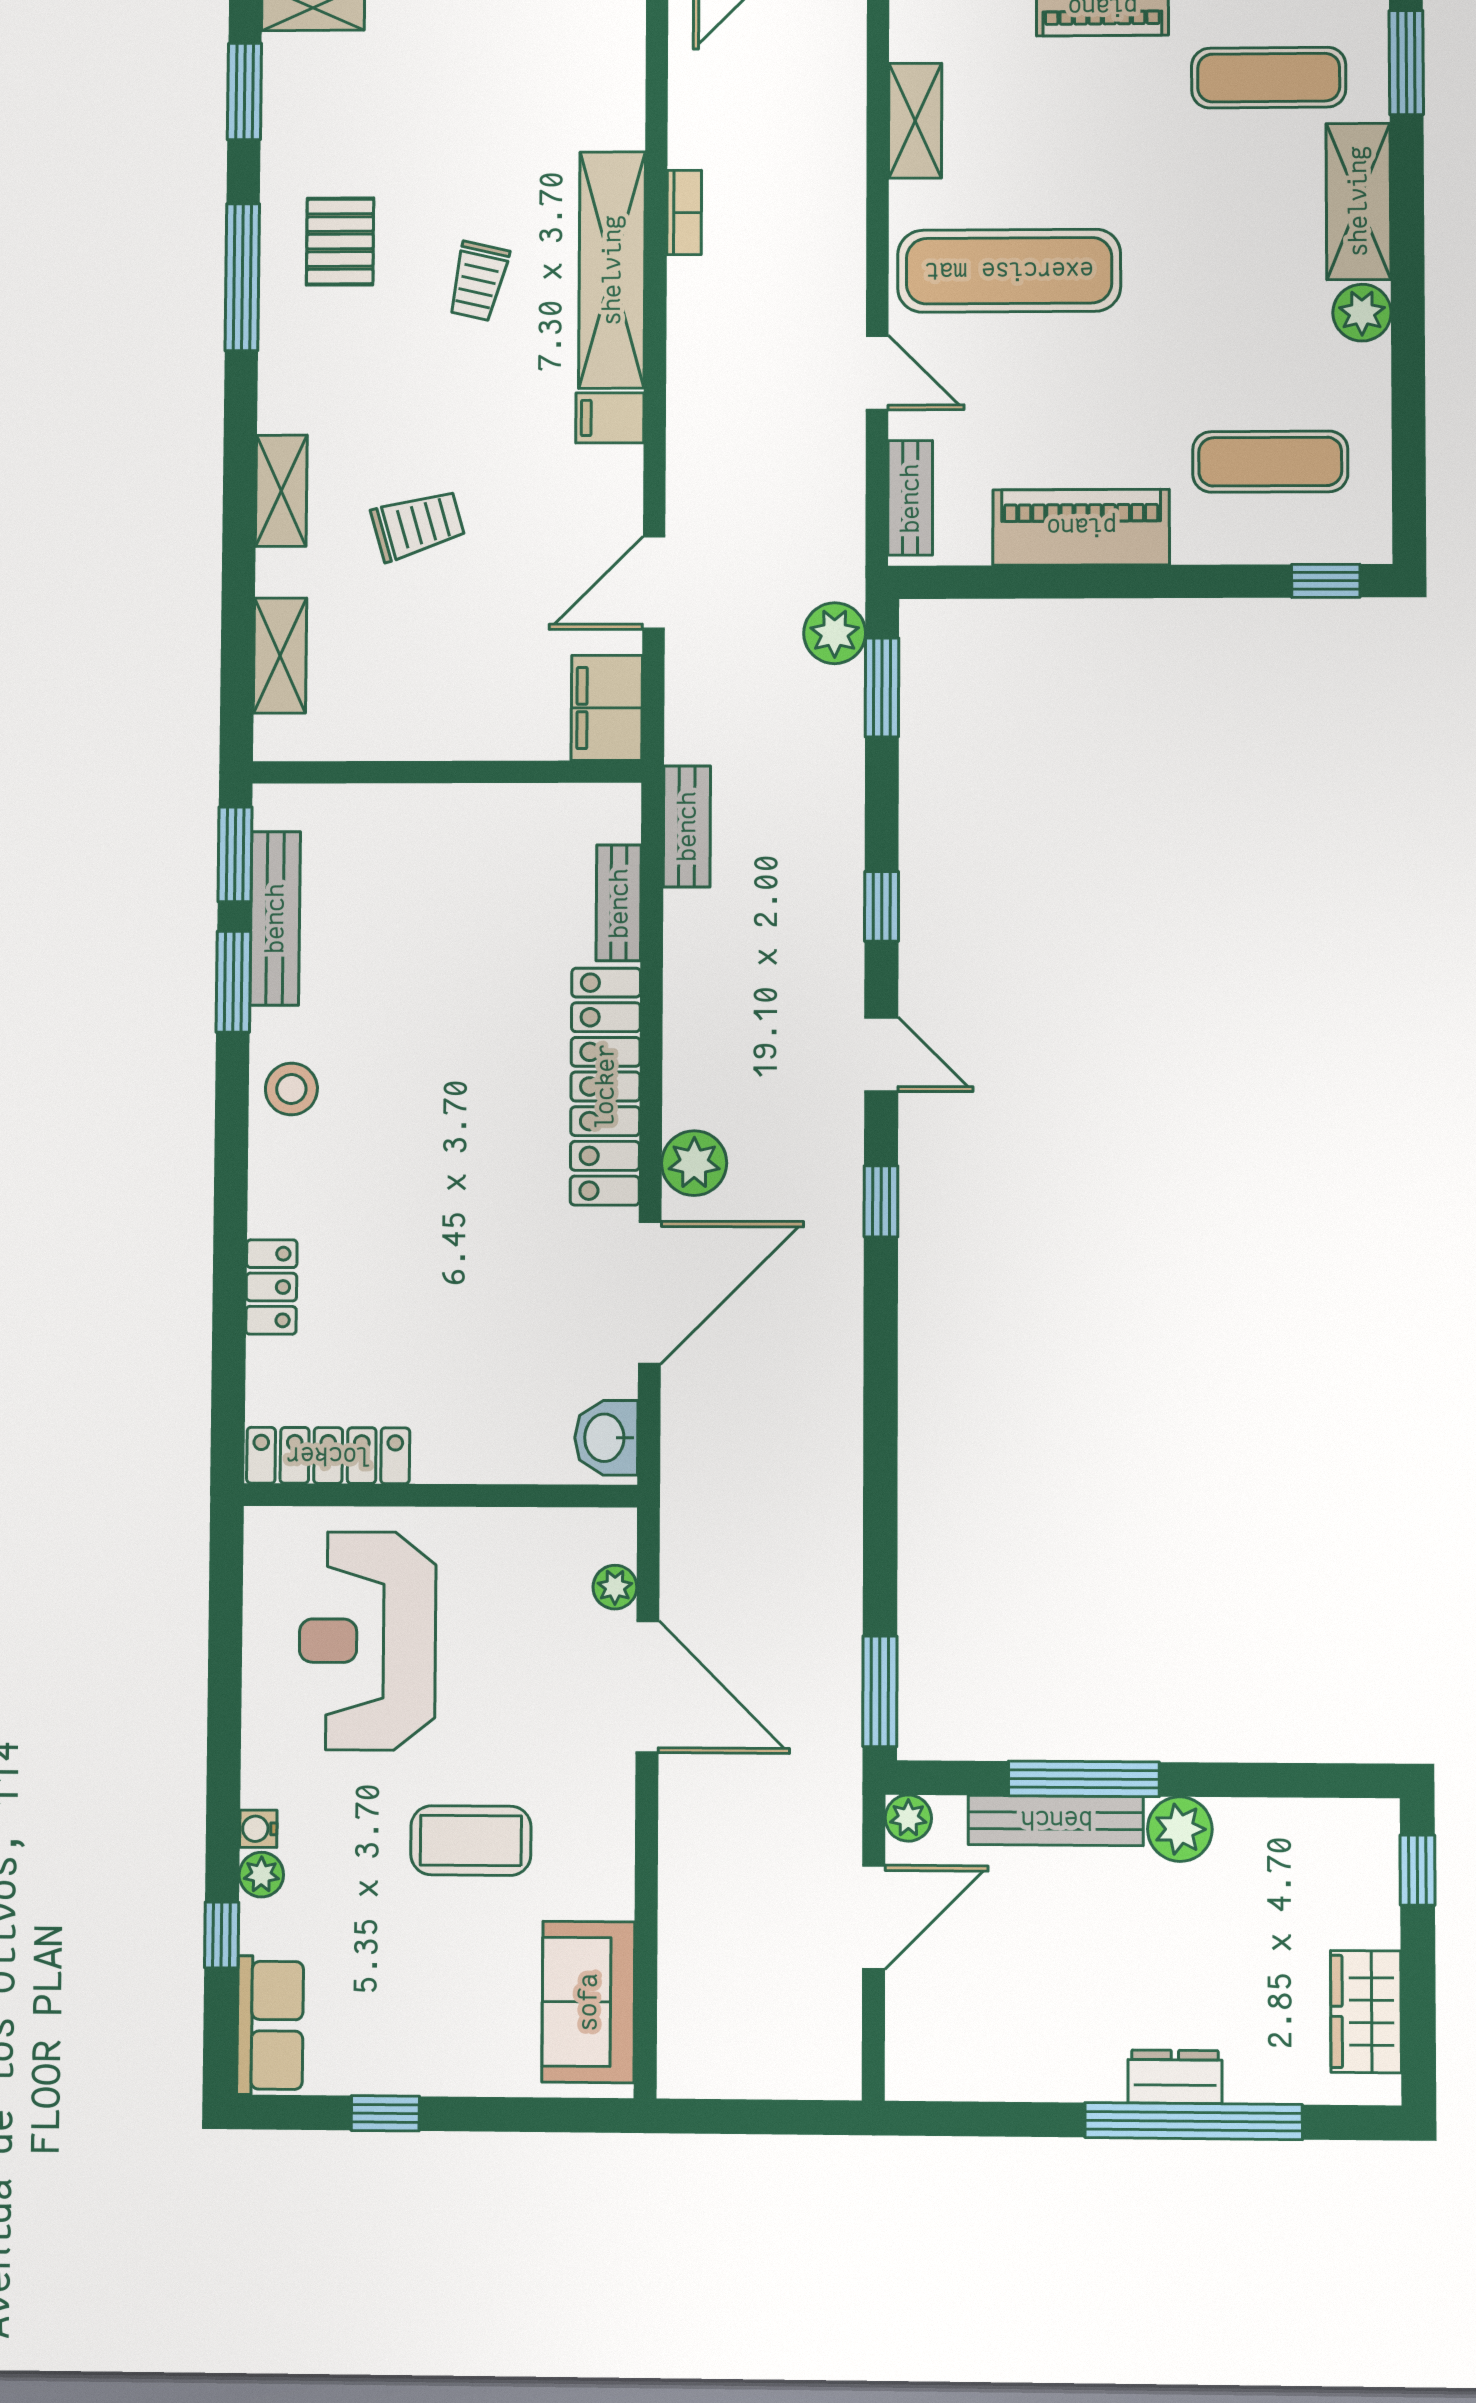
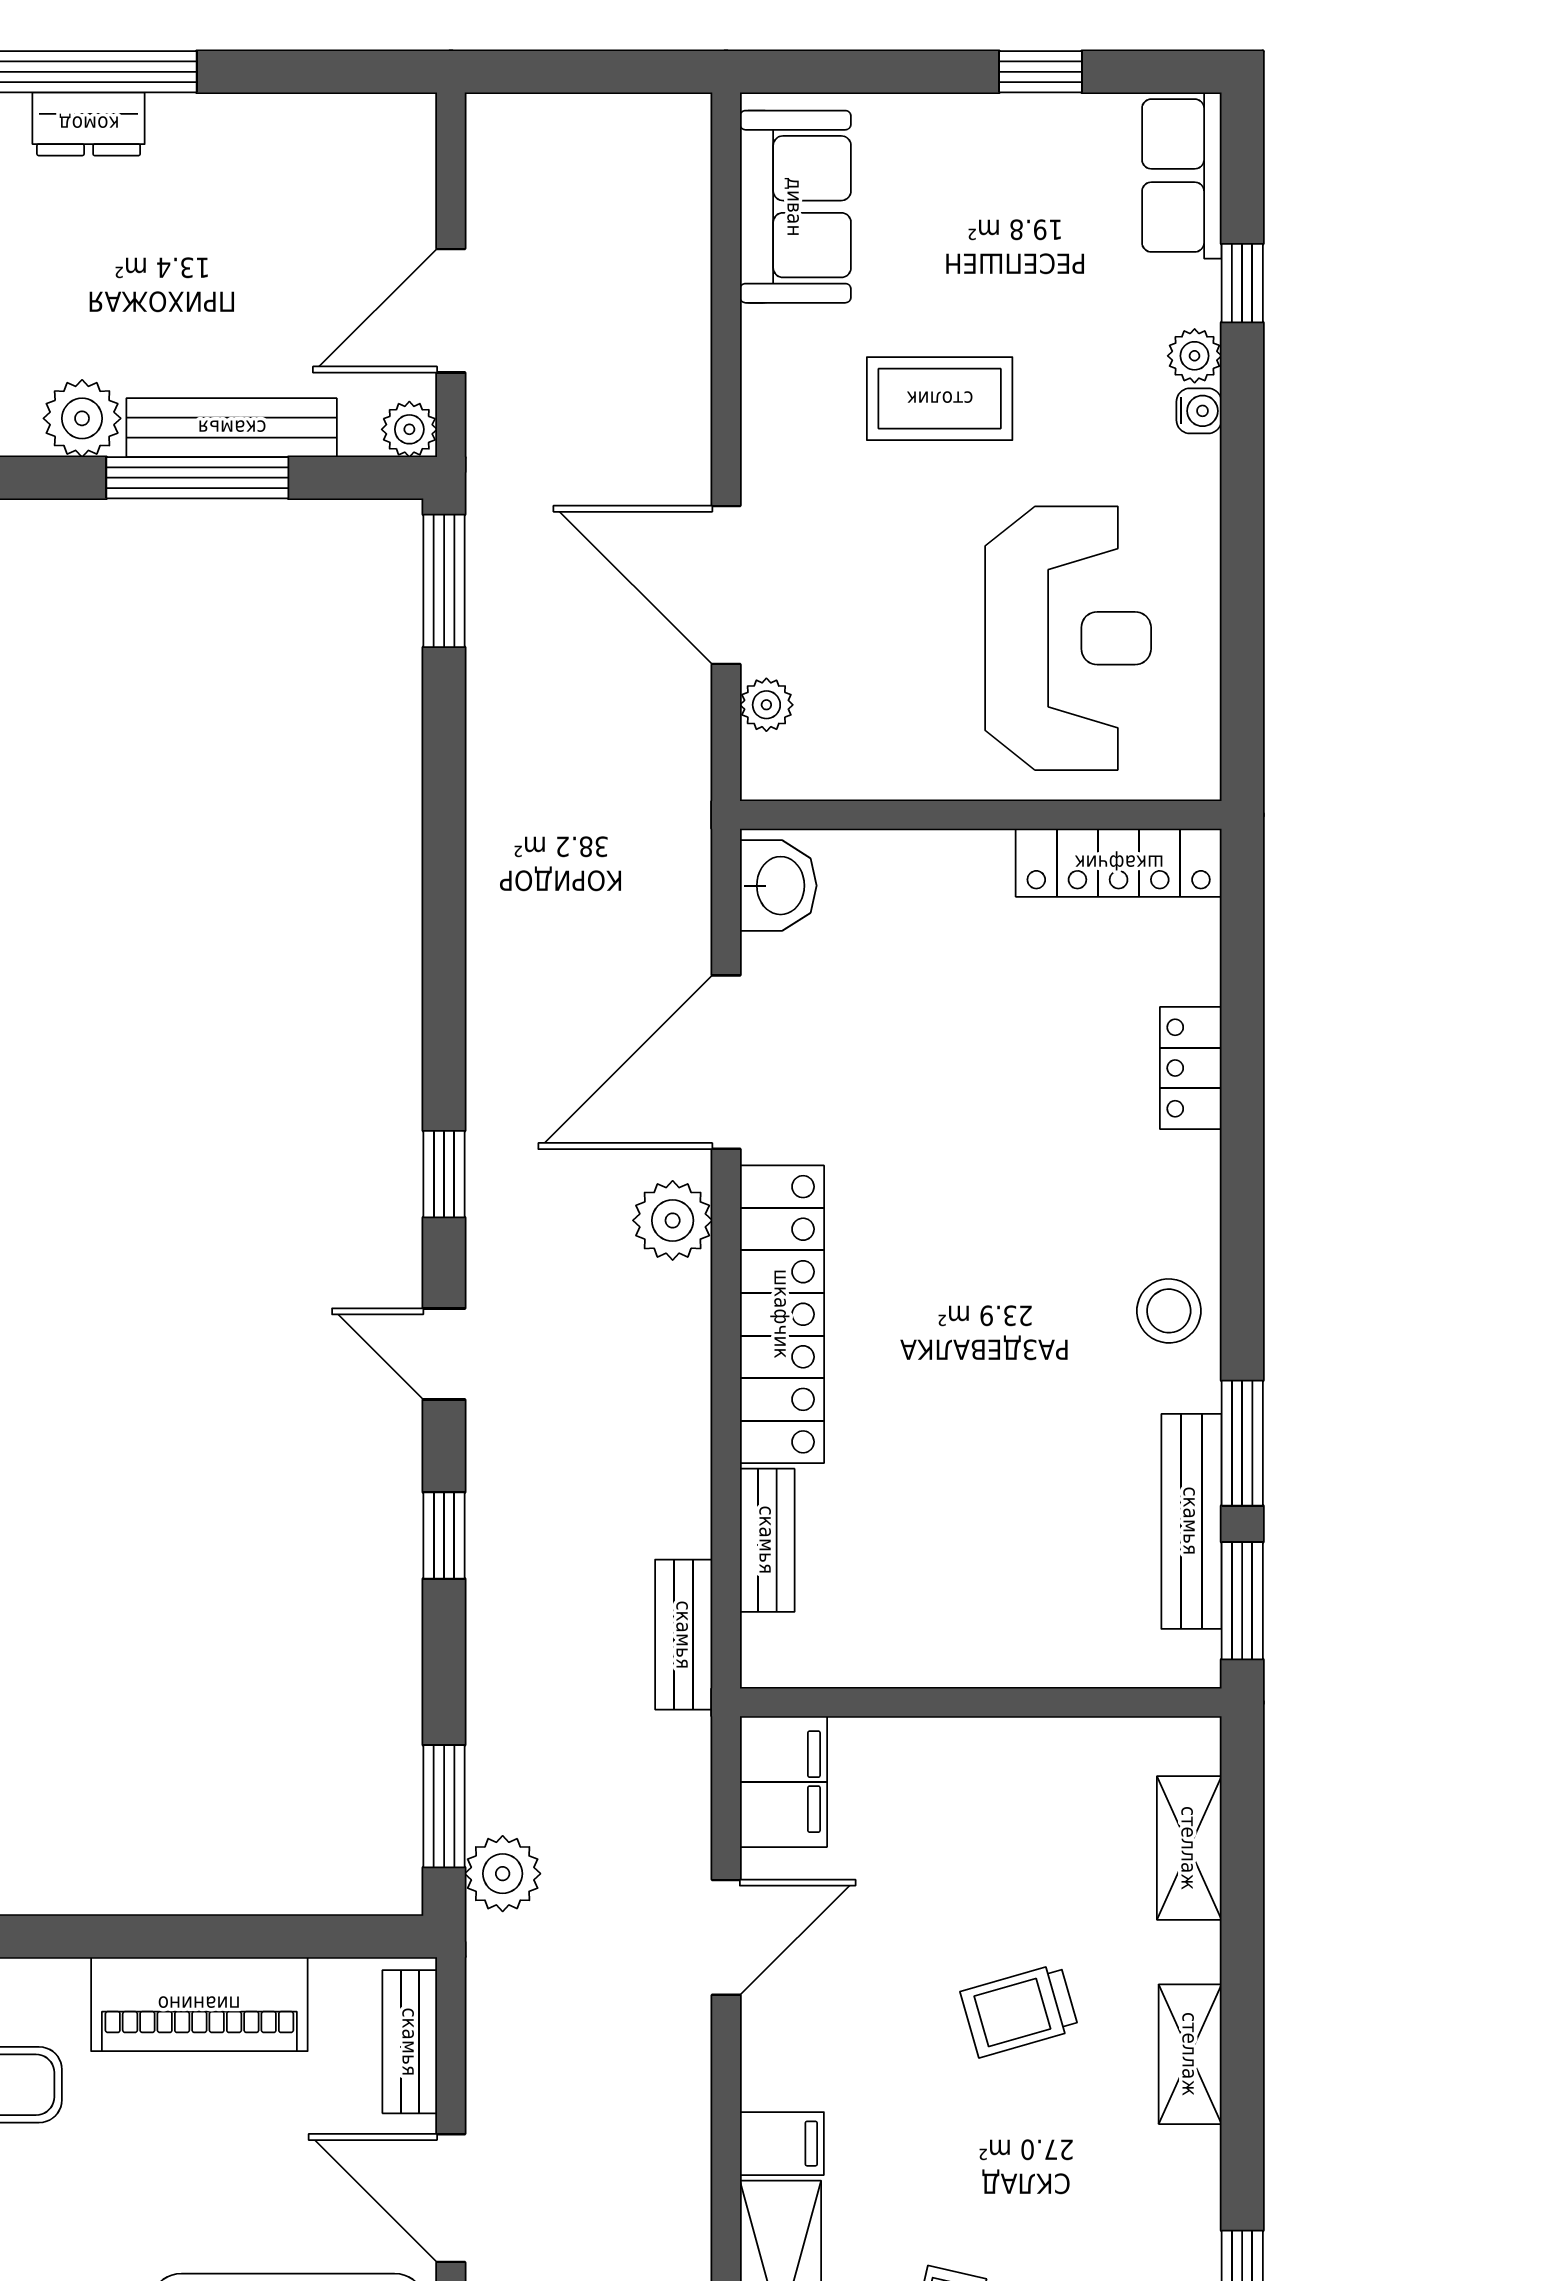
door: (877, 373) -> (451, 2198), width x1.38

